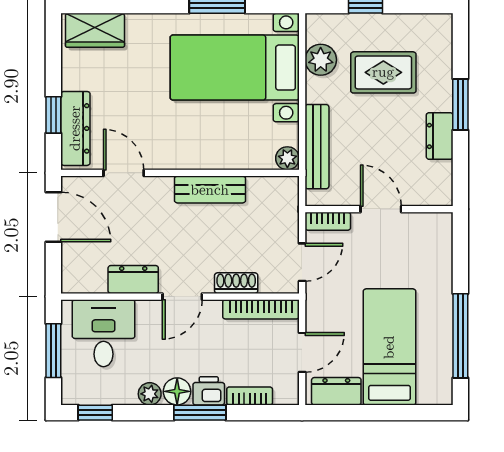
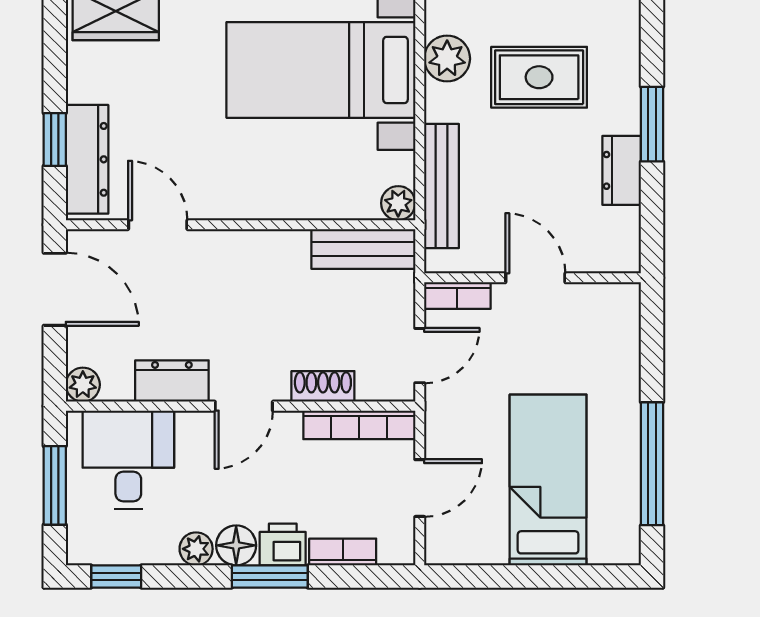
bench: (210, 190) -> (363, 249), moved
plant: (73, 282) -> (83, 385), added
dresser: (336, 391) -> (470, 545), removed

